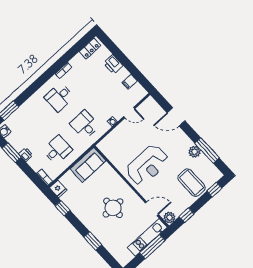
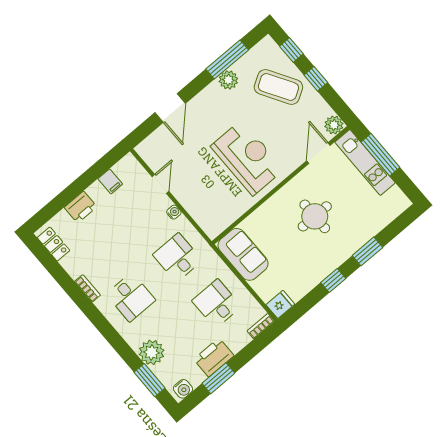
plant: (26, 111) -> (152, 352), added
desk: (85, 125) -> (177, 258), turned 90
printer: (26, 155) -> (214, 357), width x1.87, depth x1.48
coffee table: (191, 183) -> (278, 87), turned 59
window: (63, 208) -> (333, 280), moved
window: (186, 215) -> (316, 79), moved

